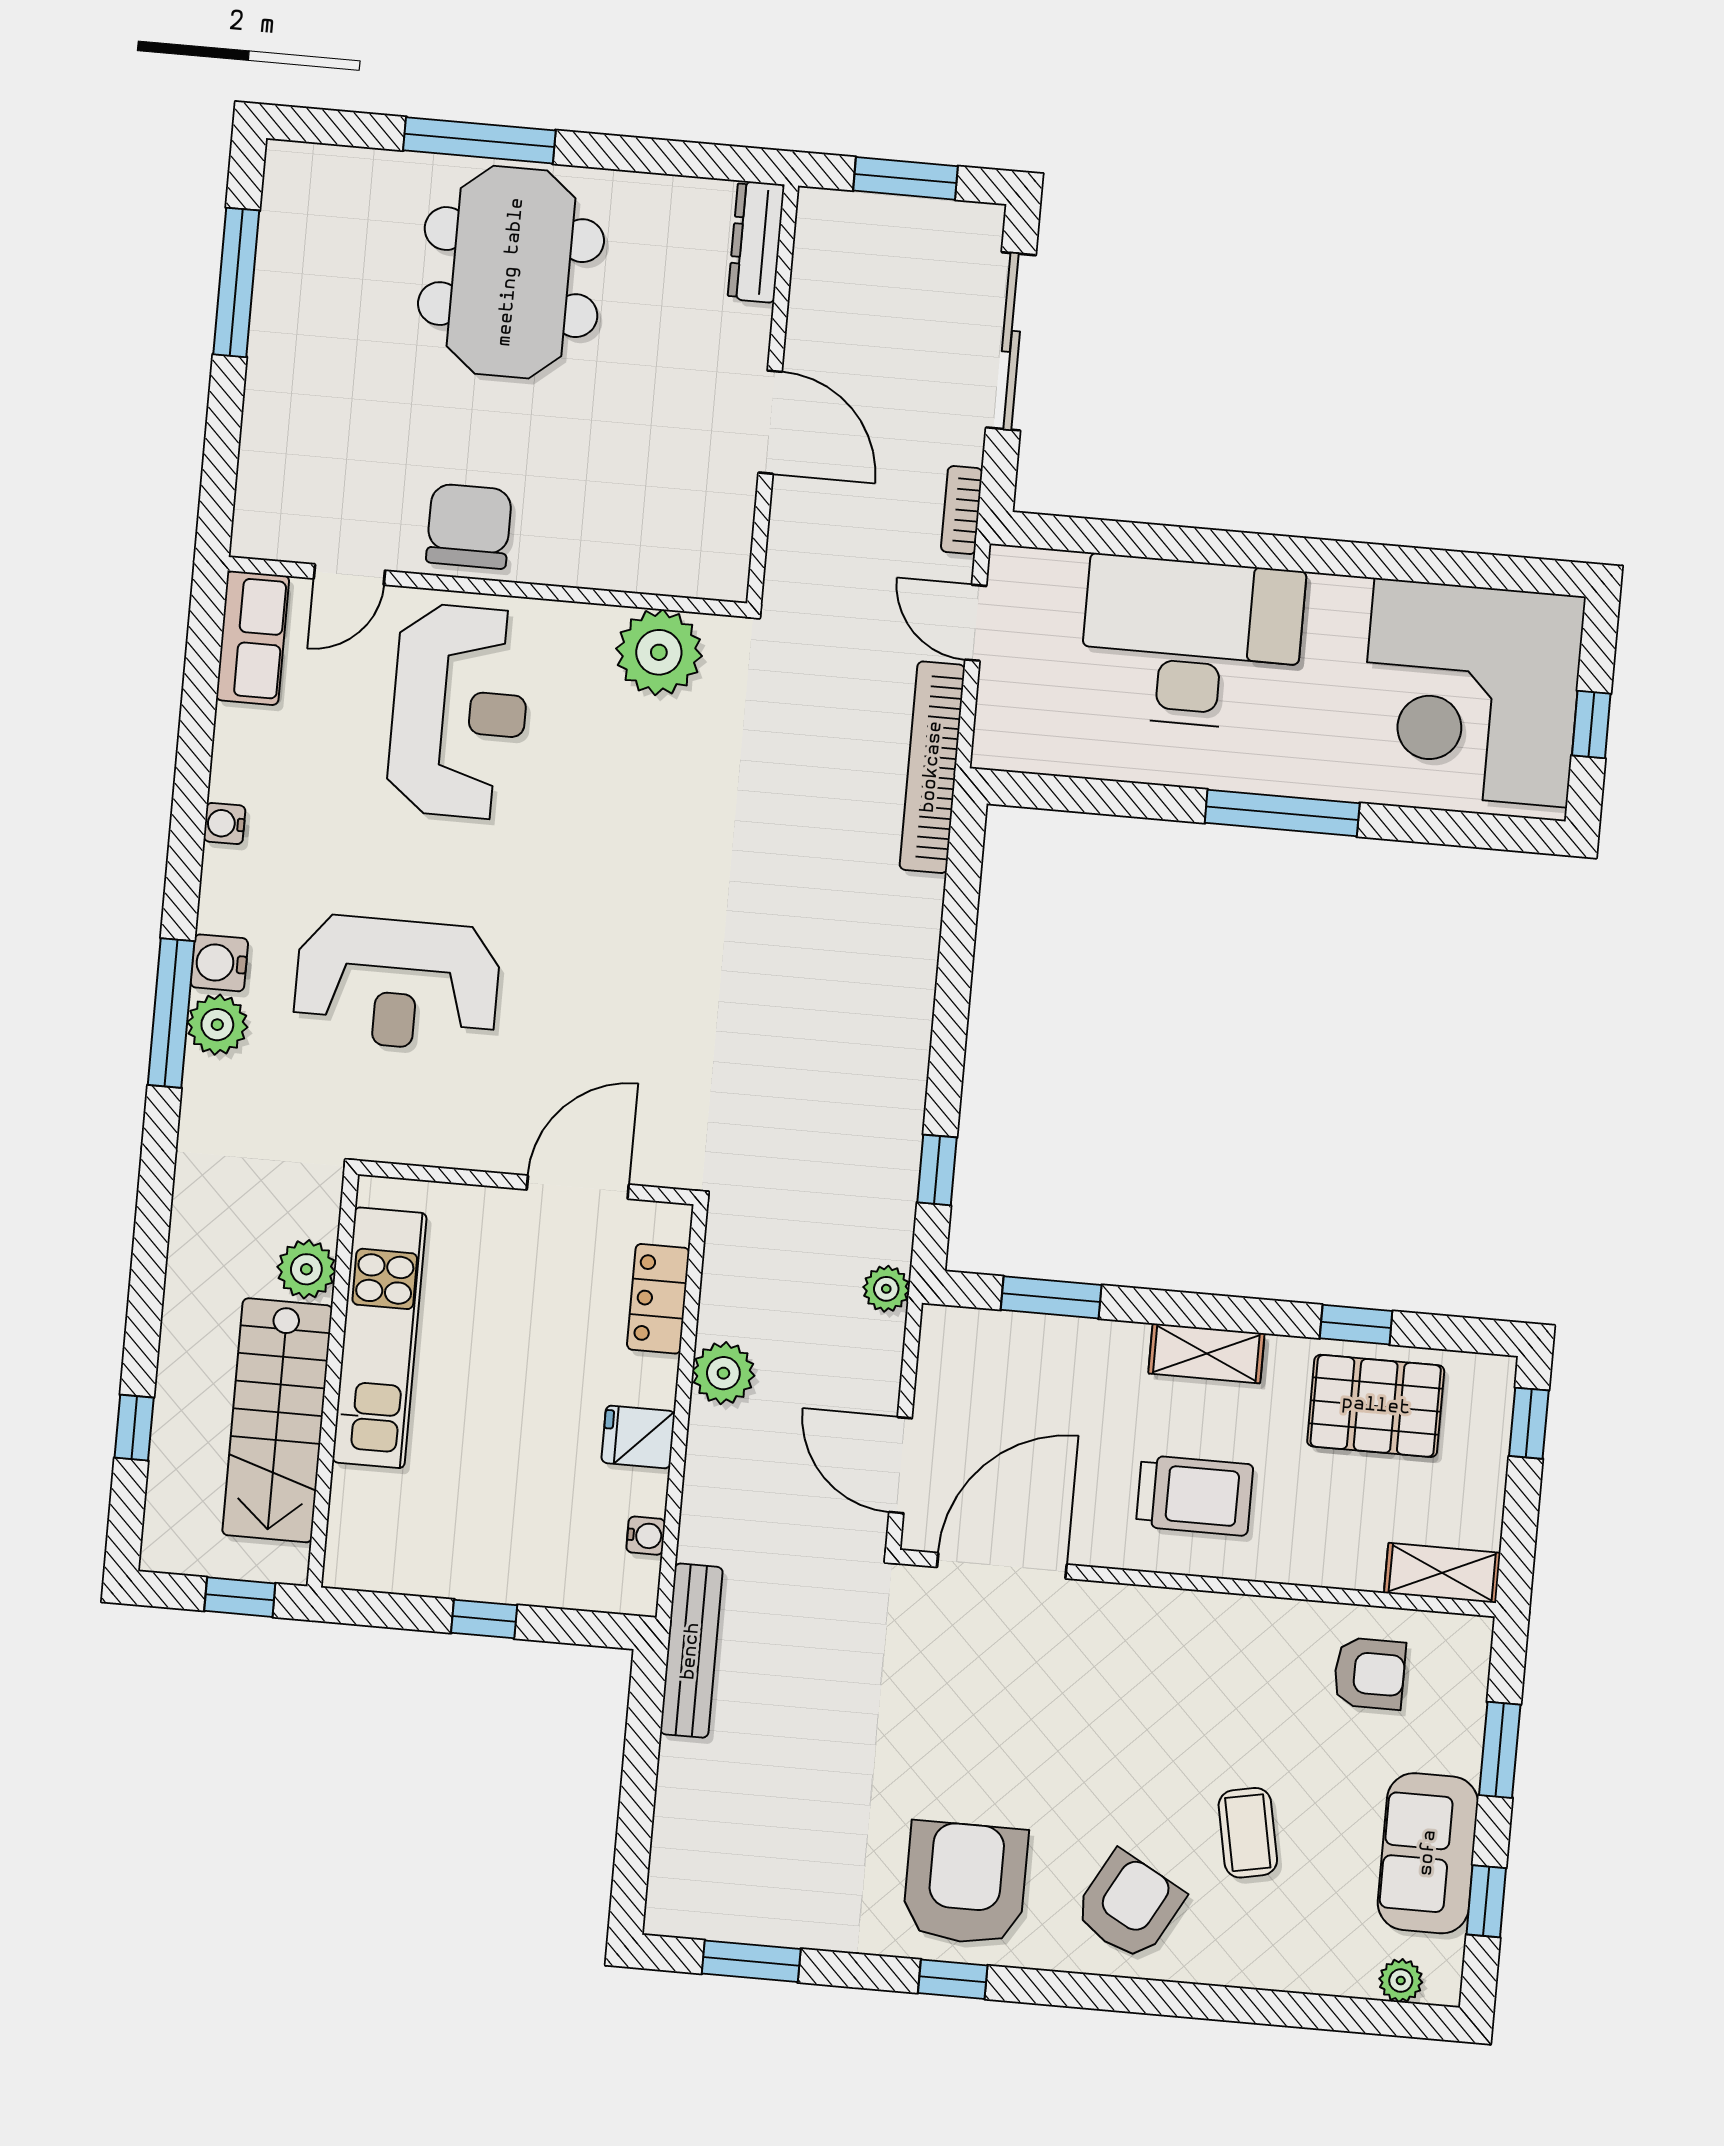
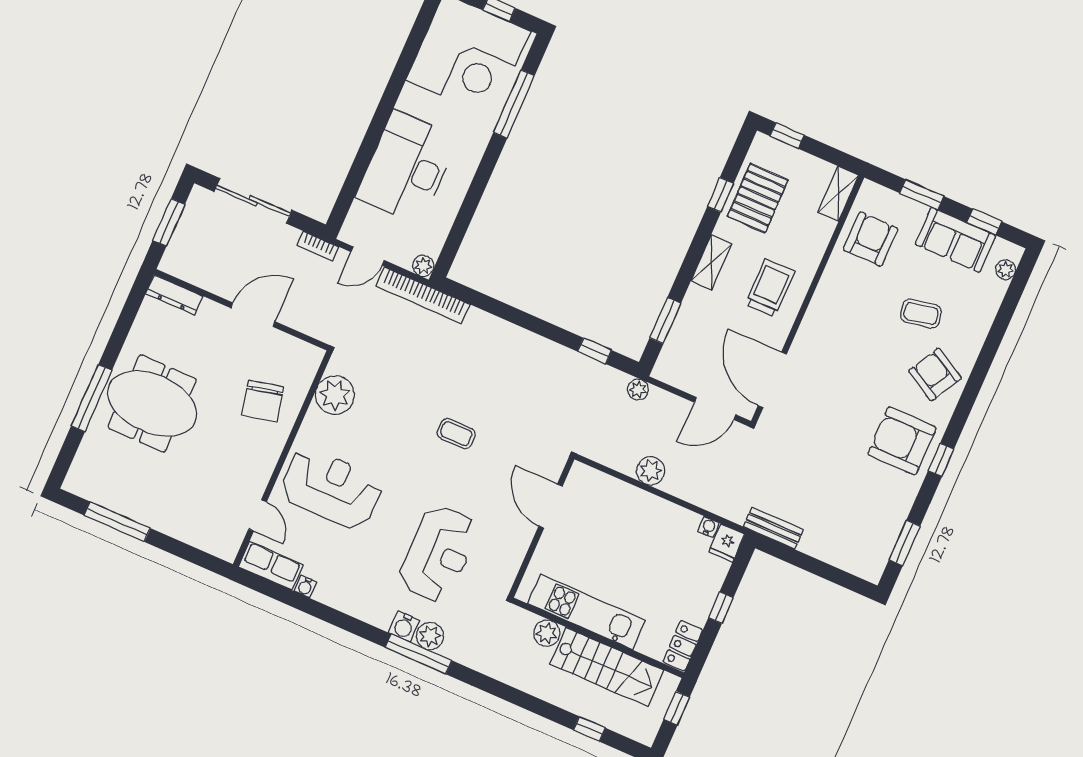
chair: (469, 526) -> (263, 401), moved, turned -103
plant: (995, 747) -> (423, 266), added
window: (1282, 813) -> (514, 104), moved
water cooler: (224, 824) -> (305, 587), moved
coffee table: (664, 936) -> (456, 434), added
locker: (658, 1299) -> (683, 646), moved, turned 90
fridge: (638, 1437) -> (727, 543), moved
bench: (691, 1651) -> (773, 528), width x0.73
armchair: (1369, 1673) -> (871, 239), width x1.38, depth x1.38

